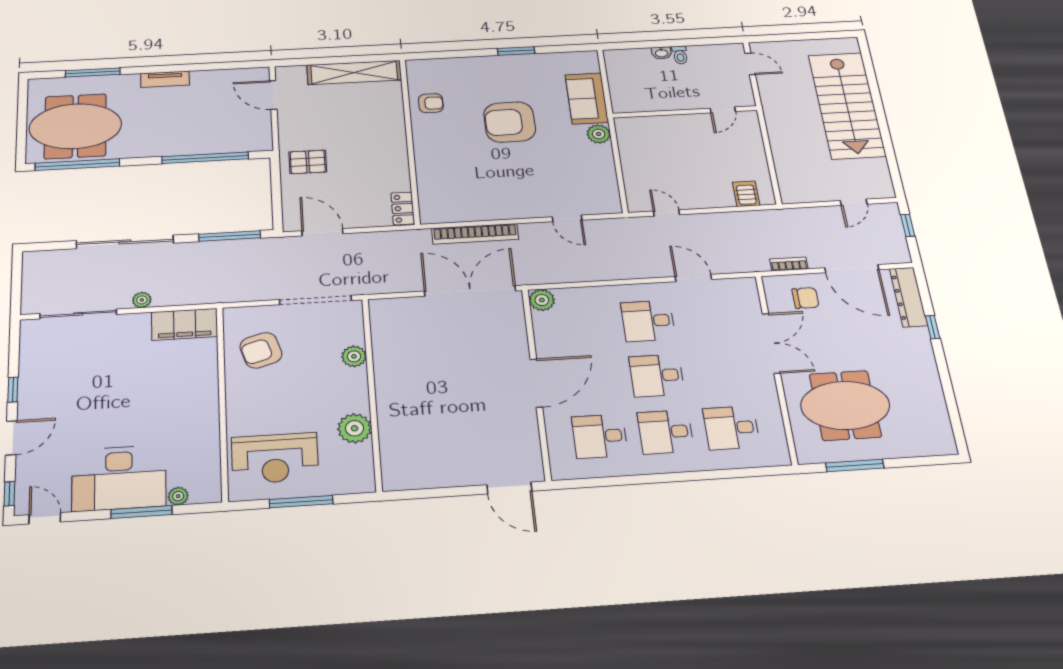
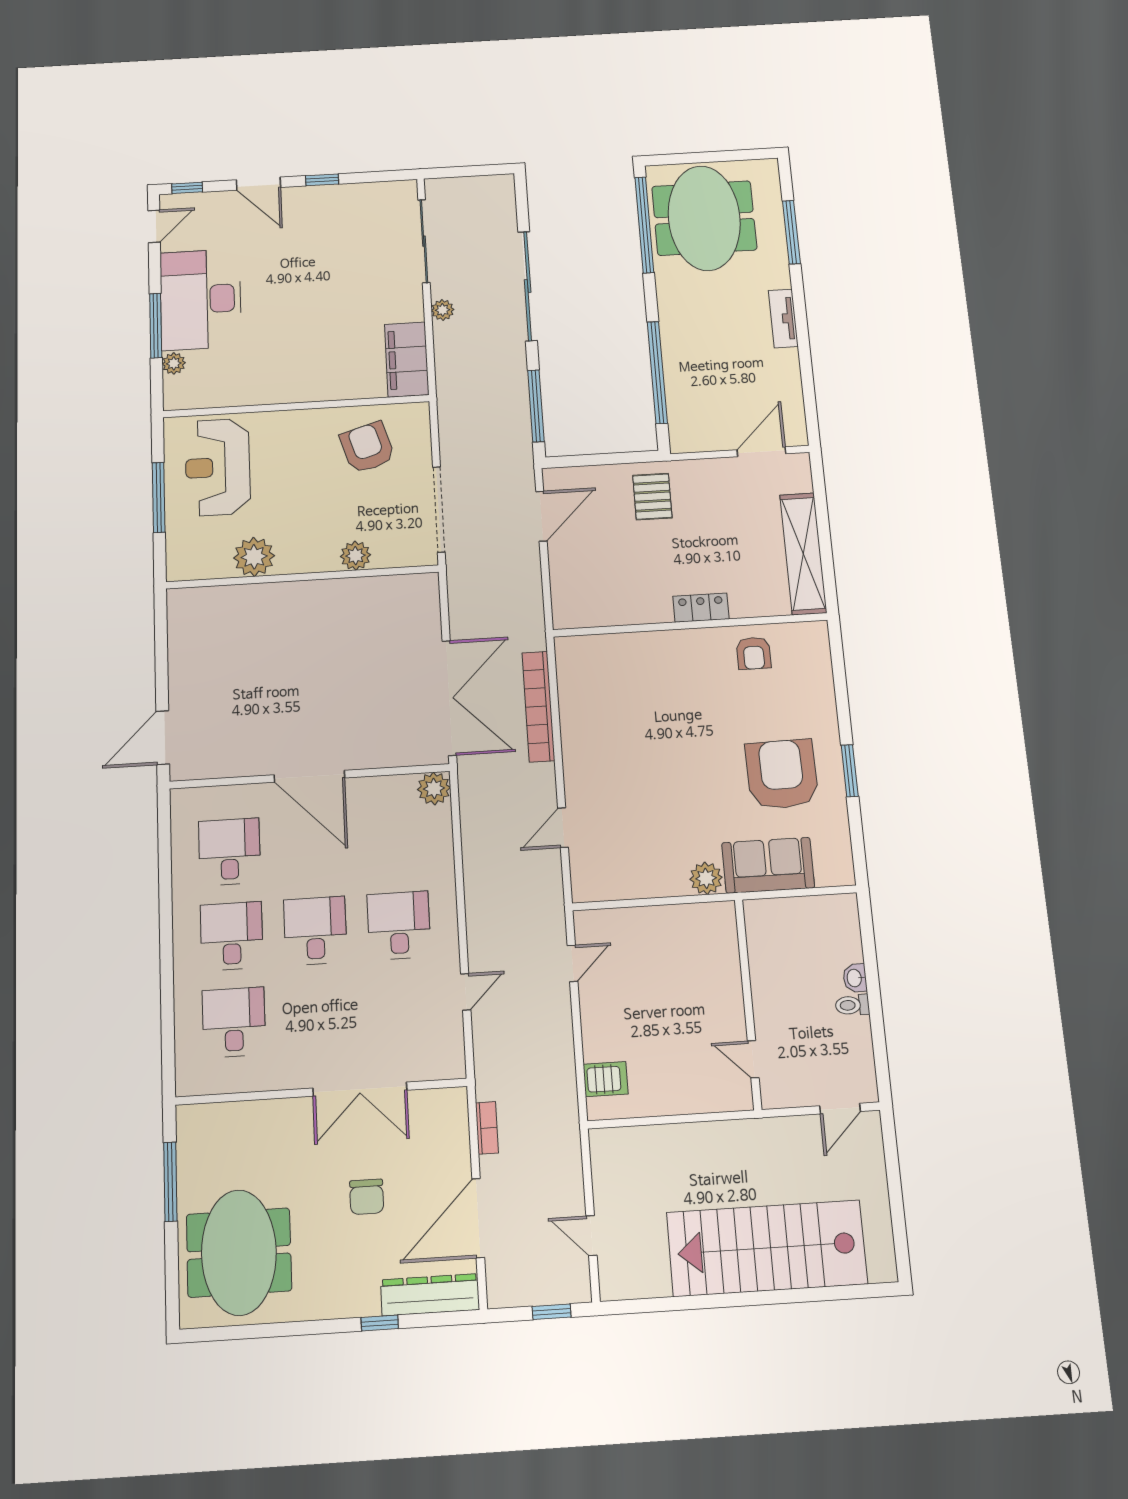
armchair: (510, 122) -> (782, 774), moved
locker: (403, 208) -> (701, 608), moved
door: (693, 278) -> (466, 992), width x0.73
chair: (805, 298) -> (367, 1197), moved
meeting table: (845, 405) -> (239, 1252), moved

